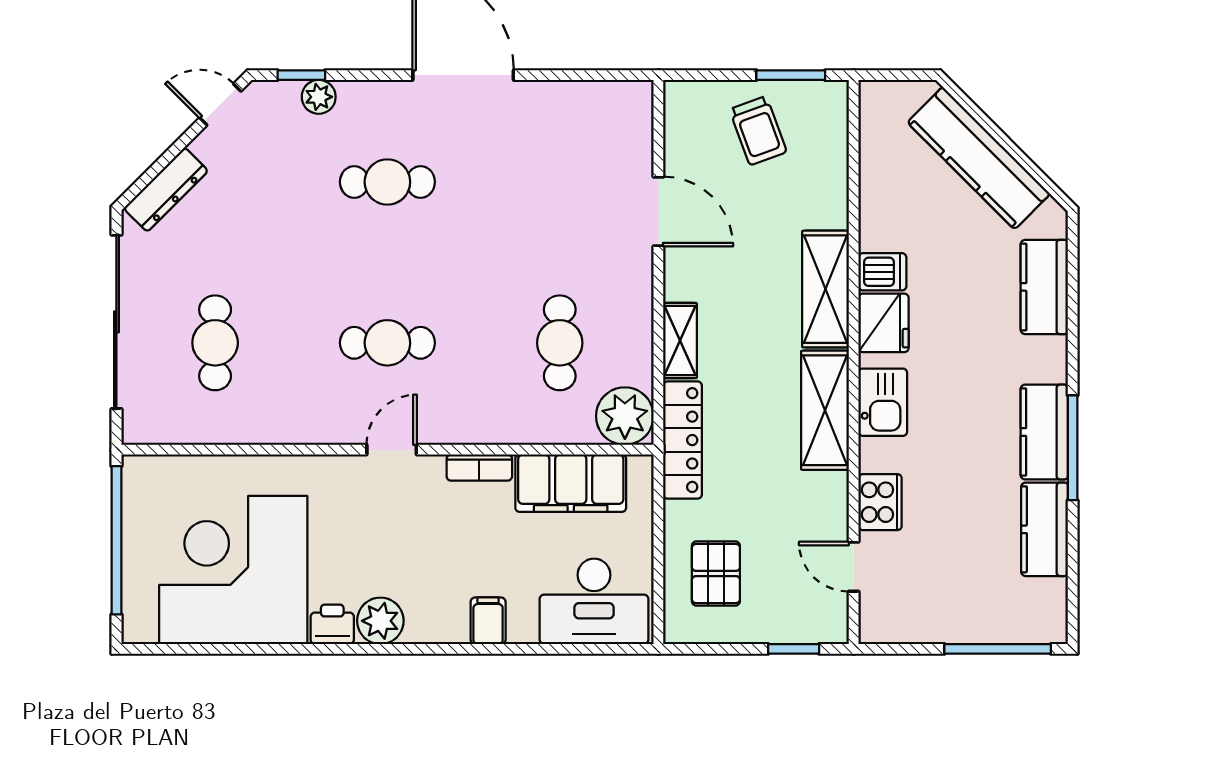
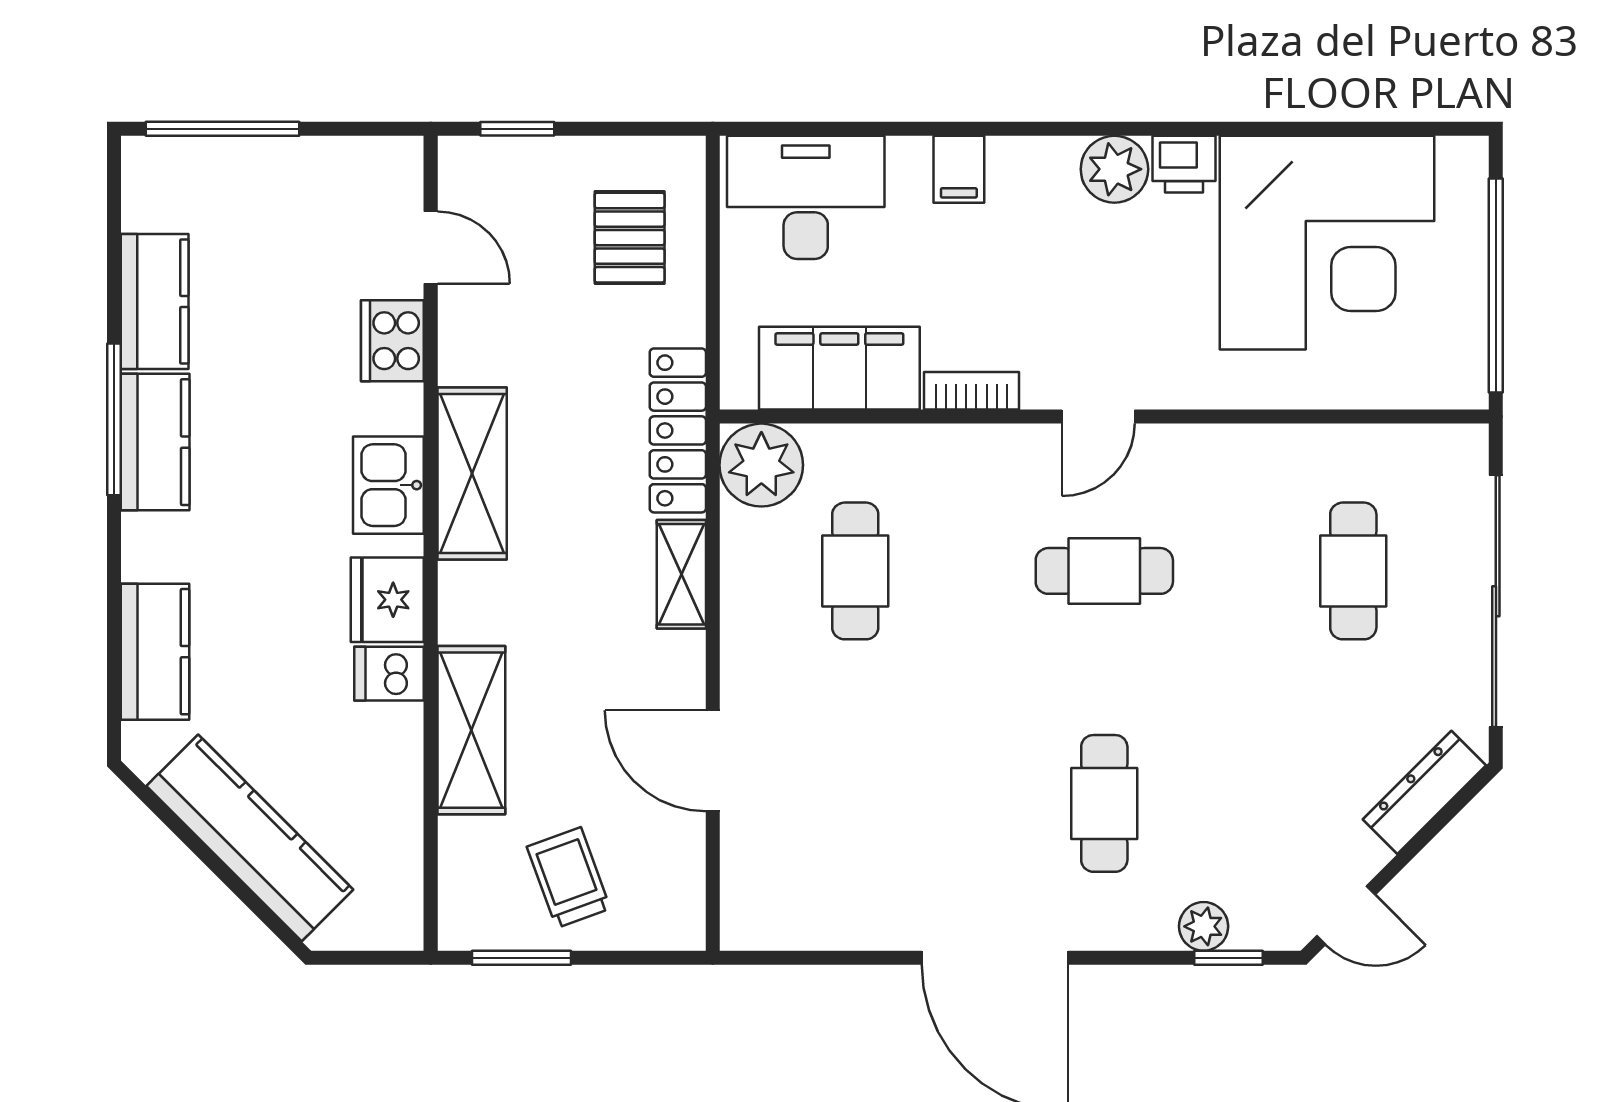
cafe table: (387, 182) -> (1104, 803), turned 90
shelving: (825, 289) -> (471, 730), moved

